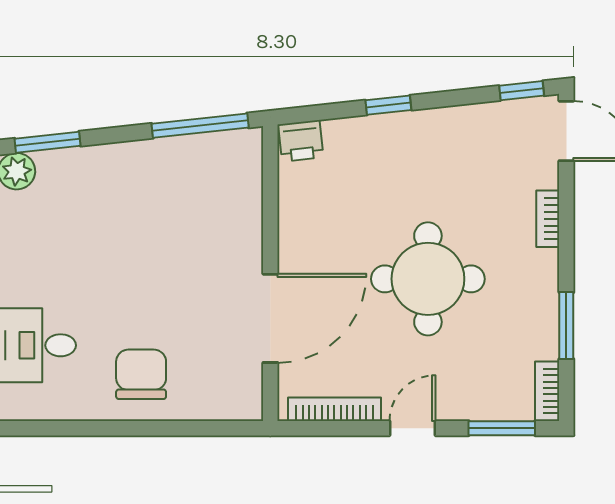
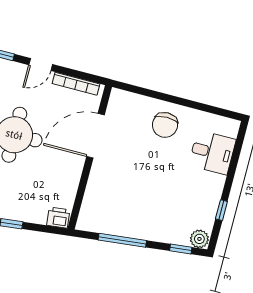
window: (200, 126) -> (122, 240), moved
window: (48, 142) -> (181, 249), width x0.67

